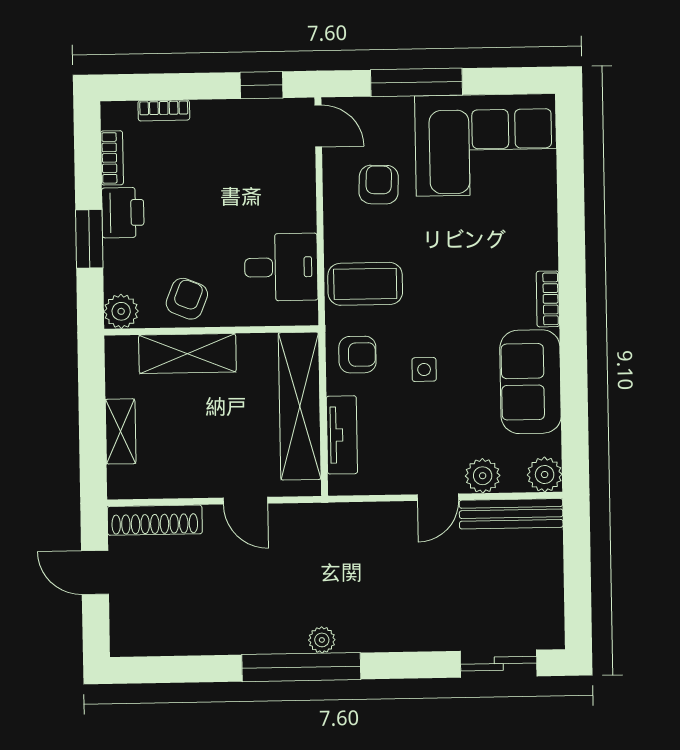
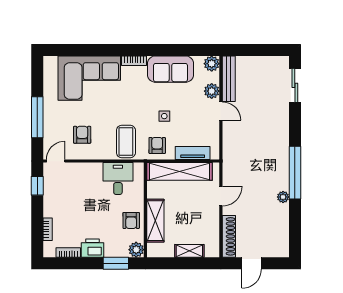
corner sofa: (486, 145) -> (89, 78), moved, turned 90
armchair: (379, 185) -> (82, 135), turned 88
window: (89, 239) -> (116, 263), moved
armchair: (187, 299) -> (131, 220), turned -112
plant: (322, 640) -> (283, 197), moved

